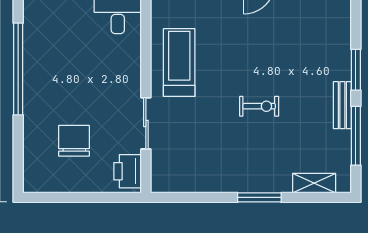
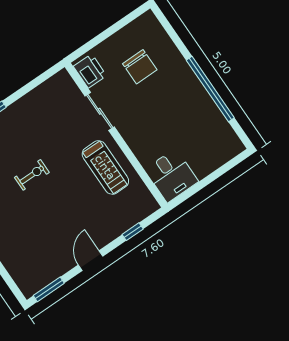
exercise bike: (259, 106) -> (32, 175), turned 180

